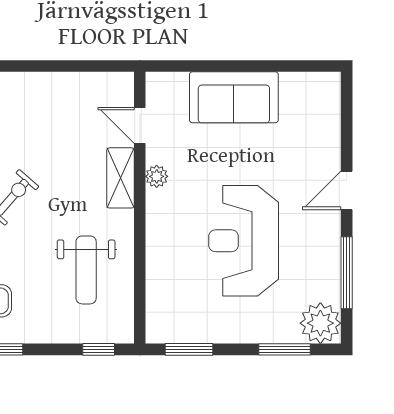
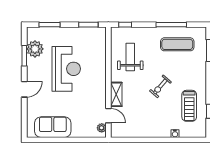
sofa: (234, 97) -> (53, 127), moved
plant: (157, 176) -> (102, 128), moved
window: (347, 273) -> (24, 56), width x0.69
plant: (320, 323) -> (35, 49), moved

